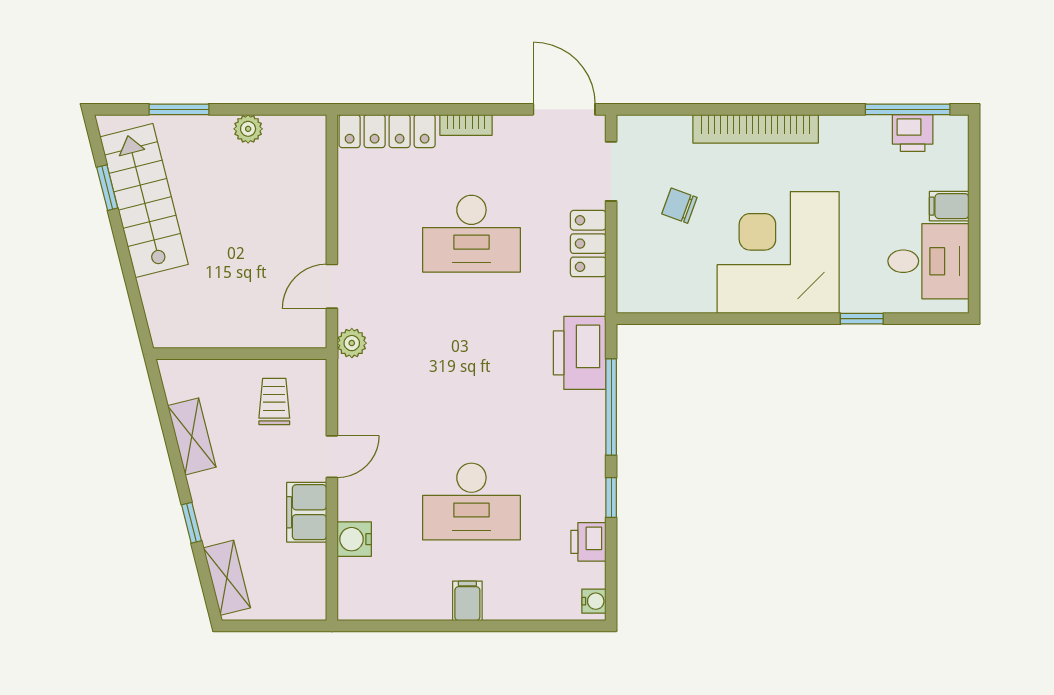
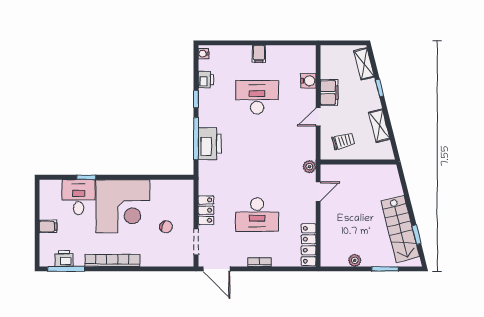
bookcase: (756, 129) -> (112, 260), moved
locker: (387, 131) -> (309, 245), moved, turned -90
desk: (471, 234) -> (257, 214), turned 180
desk: (928, 261) -> (79, 197), moved, turned 90
printer: (580, 353) -> (210, 144), moved
trolley: (274, 401) -> (343, 141), turned -105

